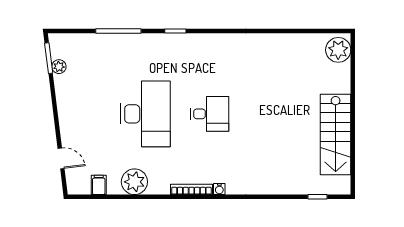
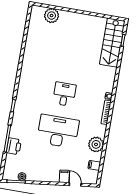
printer: (107, 44) -> (14, 146), added
plant: (338, 50) -> (52, 16), moved
stairs: (336, 134) -> (112, 43), moved, turned 90
filing cabinet: (71, 138) -> (64, 176), added
door: (61, 158) -> (75, 184), hinge flipped

